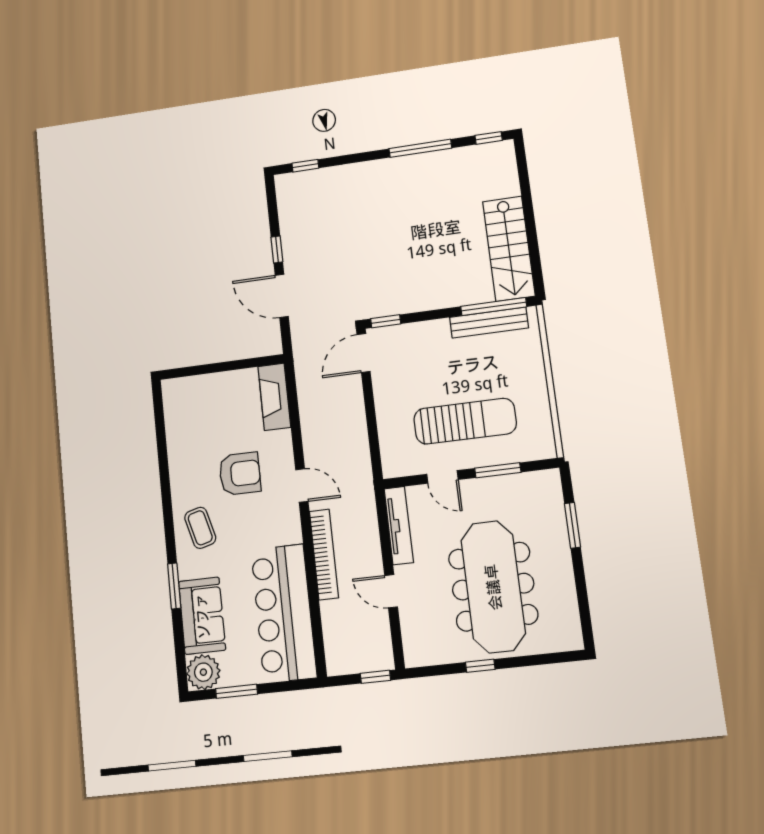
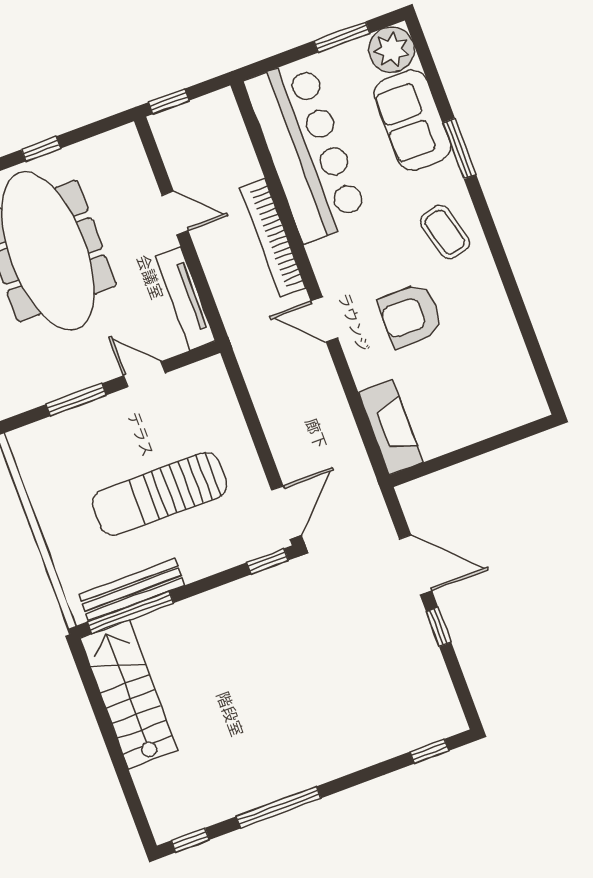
sun lounger: (465, 421) -> (160, 494), moved

